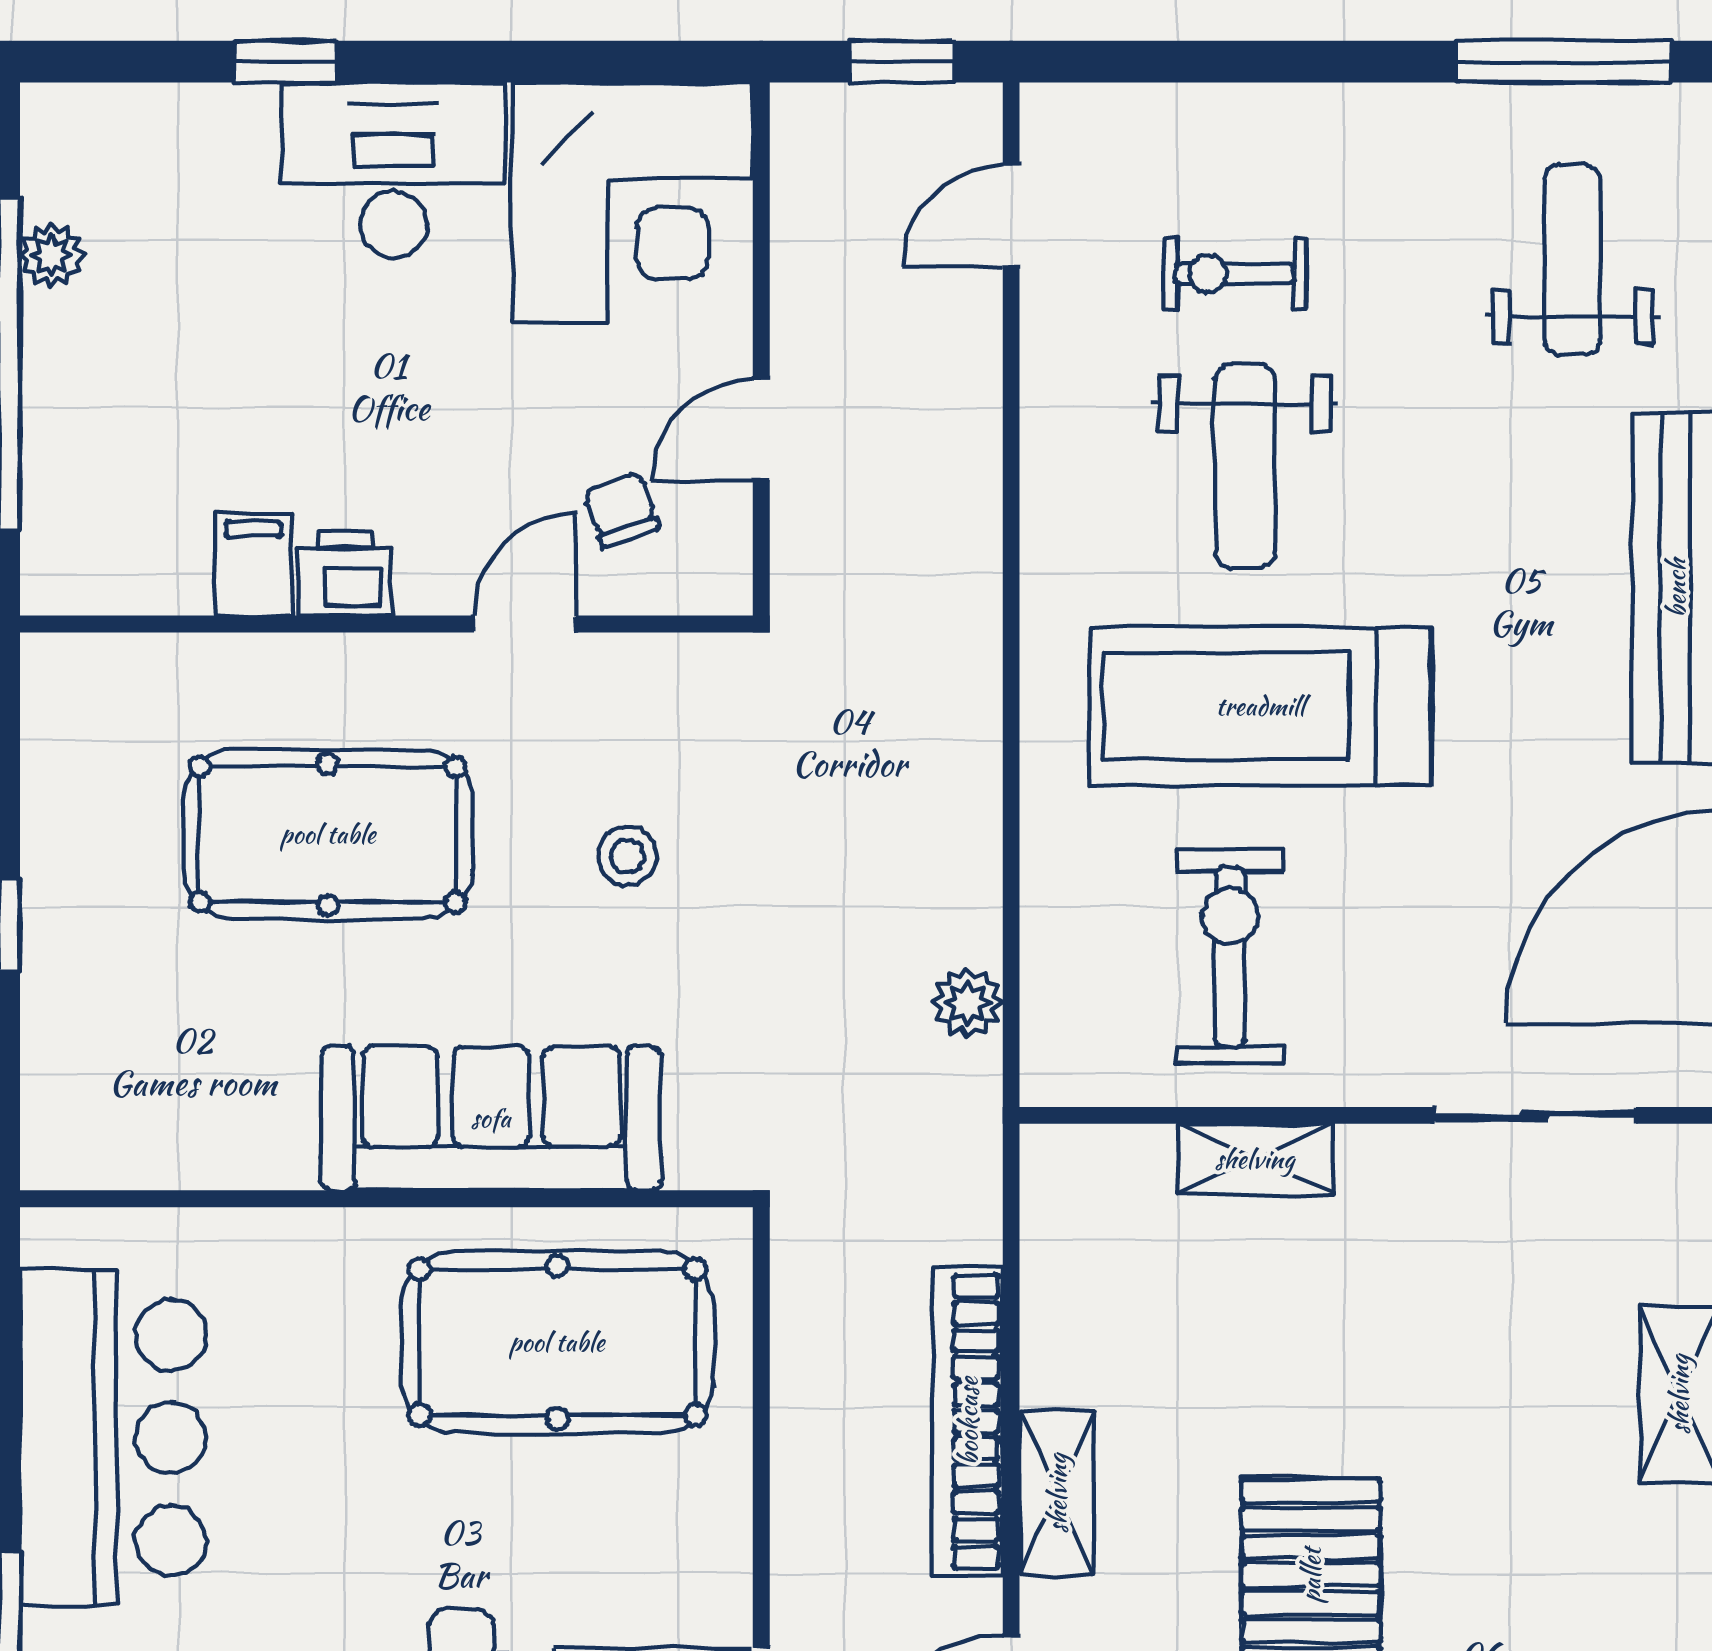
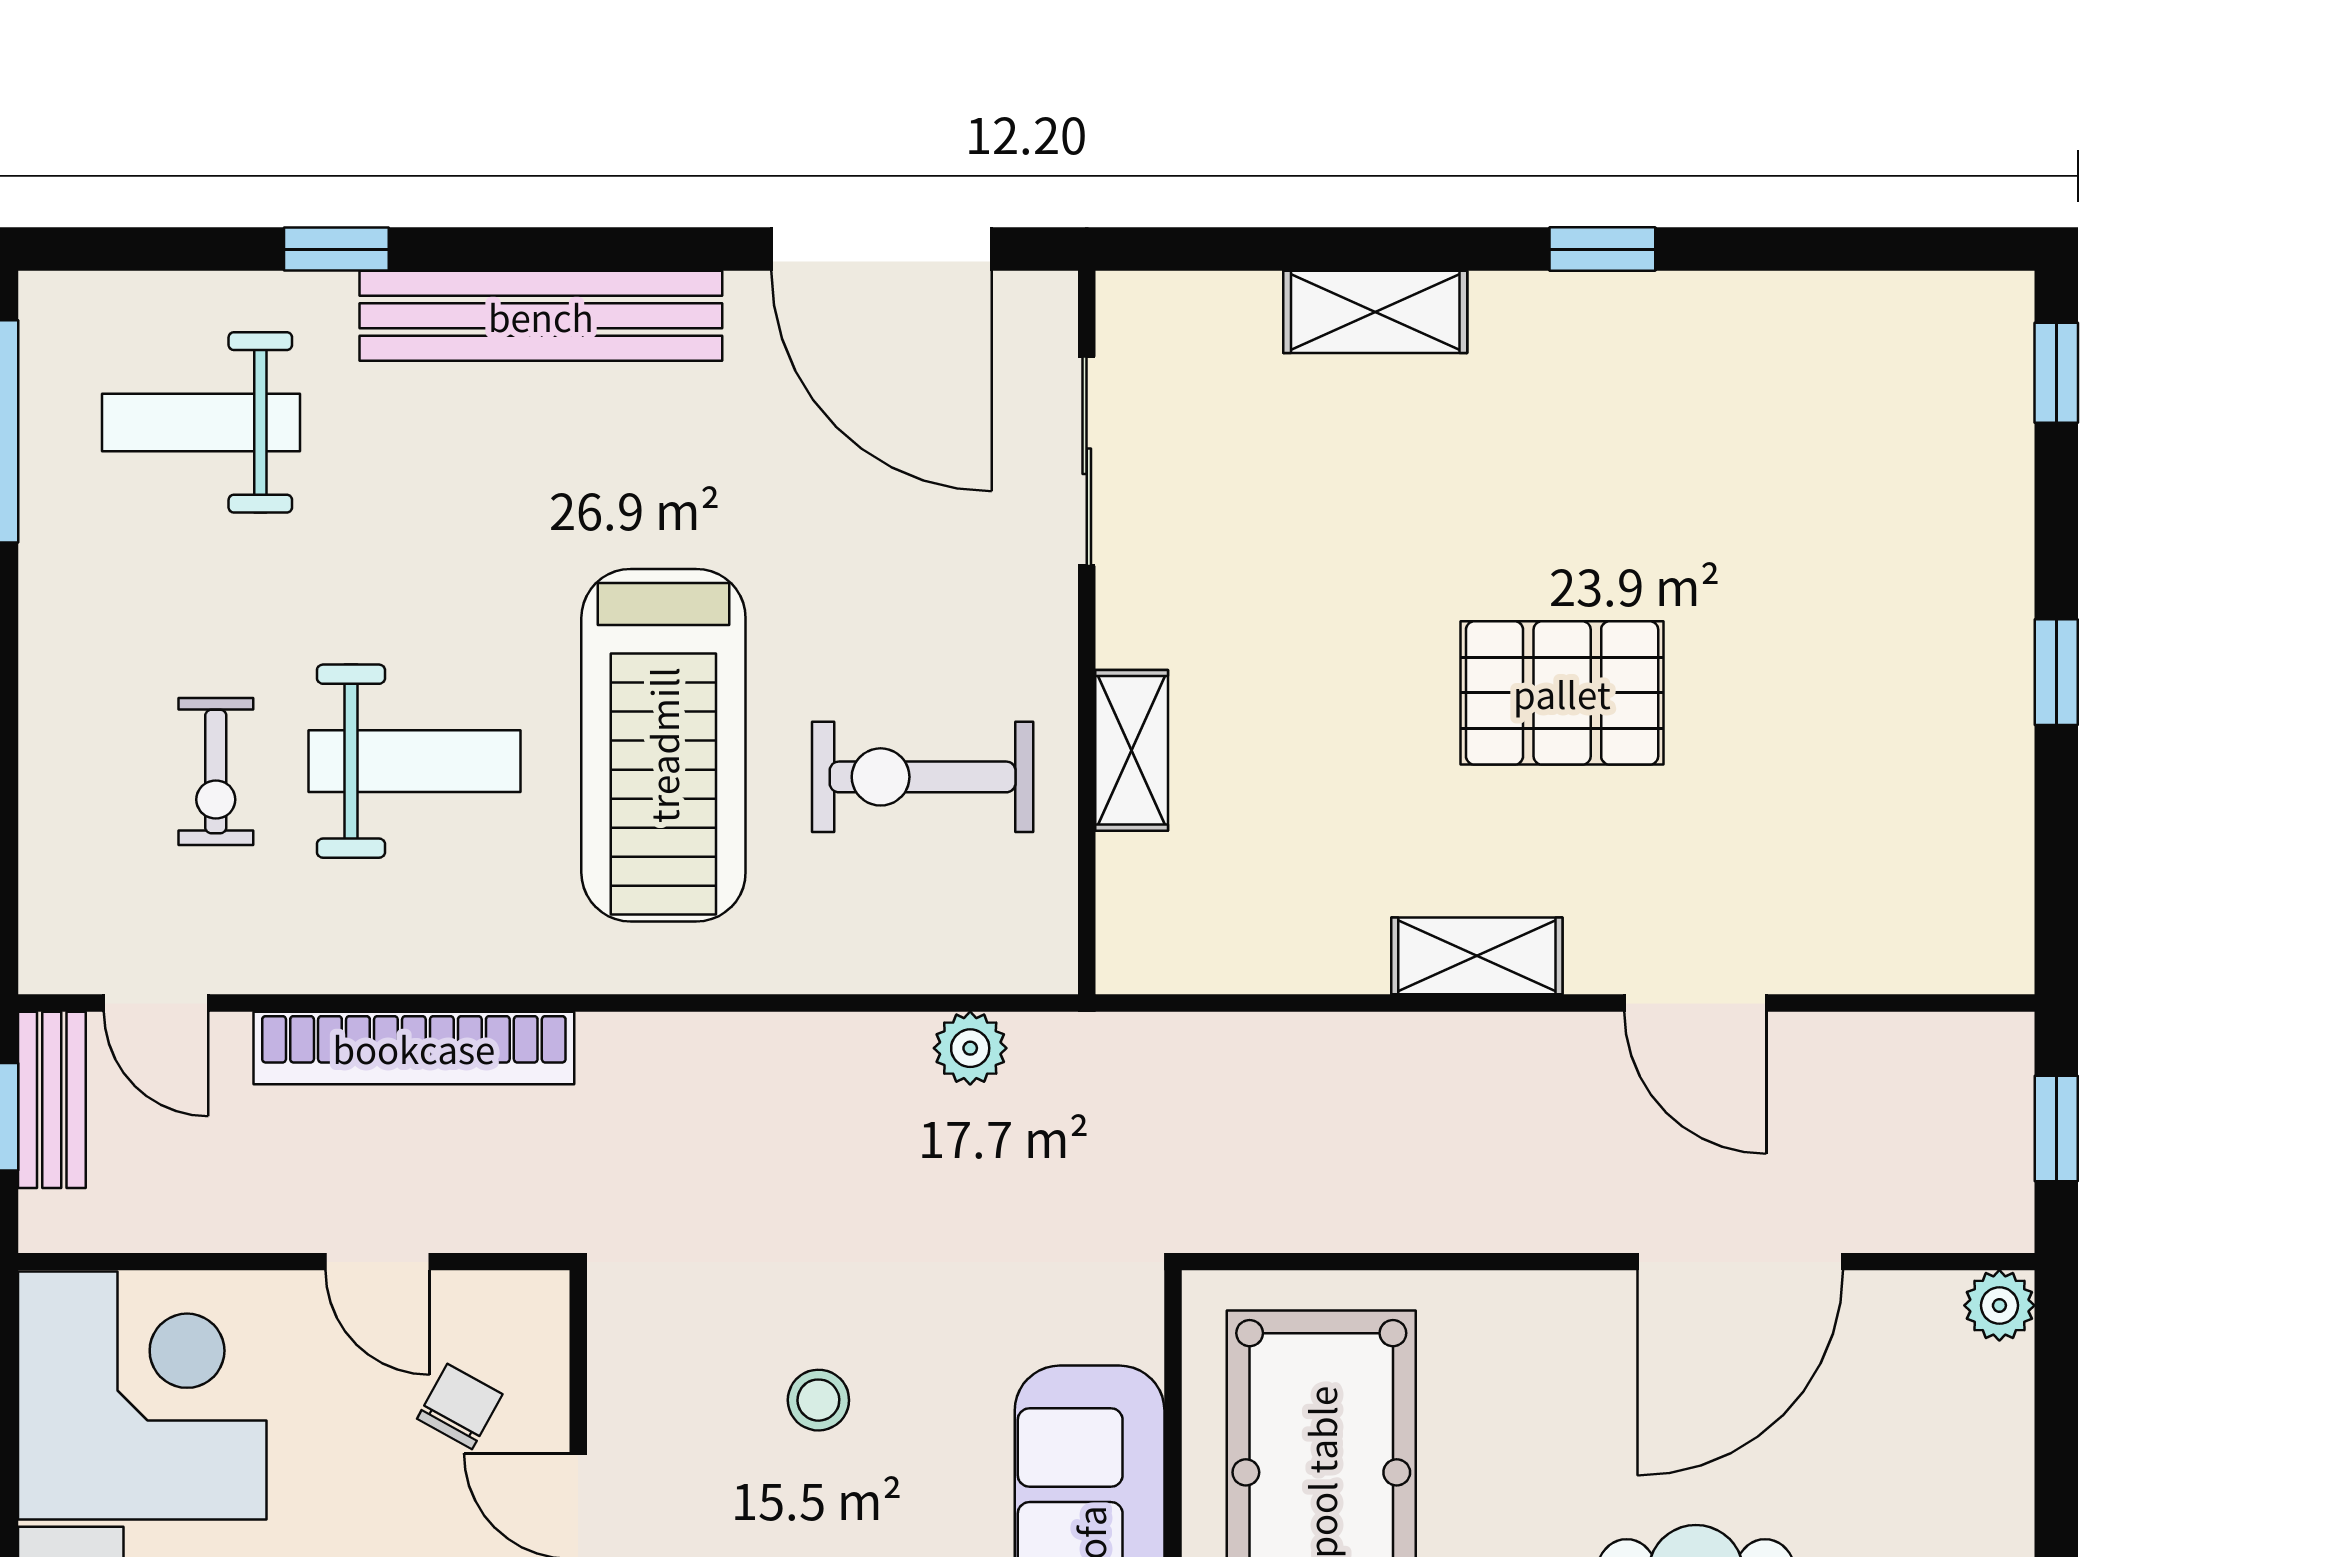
bench: (918, 115) -> (52, 1100), added
chair: (621, 509) -> (460, 1407), turned 138
bookcase: (968, 1421) -> (414, 1048), moved

